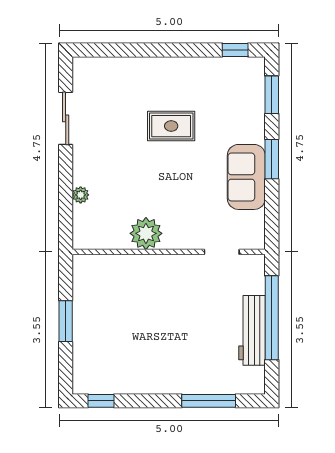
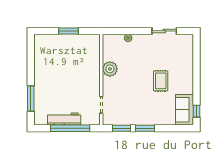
window: (272, 95) -> (121, 128), moved
sofa: (246, 177) -> (185, 110), moved, turned -90
window: (101, 401) -> (31, 48), removed

